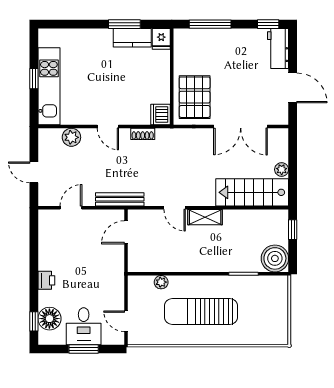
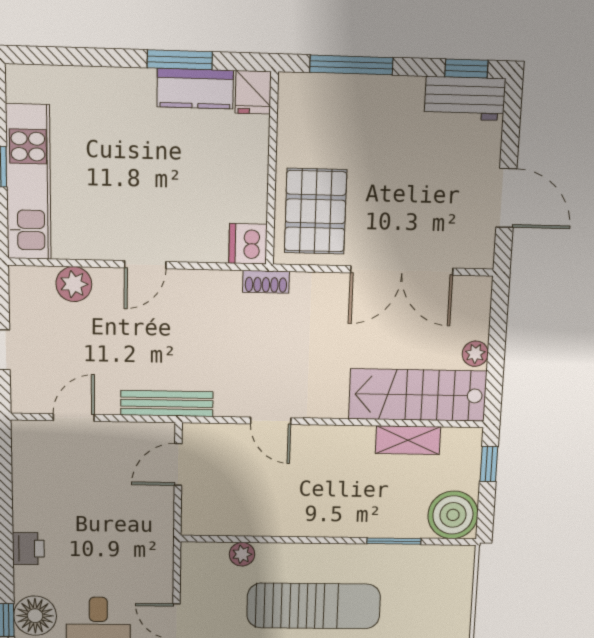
workbench: (278, 49) -> (465, 98), moved, turned -90
door: (108, 126) -> (145, 265), hinge flipped
shoe rack: (143, 134) -> (266, 282), moved
shelving: (205, 217) -> (408, 440), moved
sun lounger: (201, 312) -> (314, 606), turned 180

